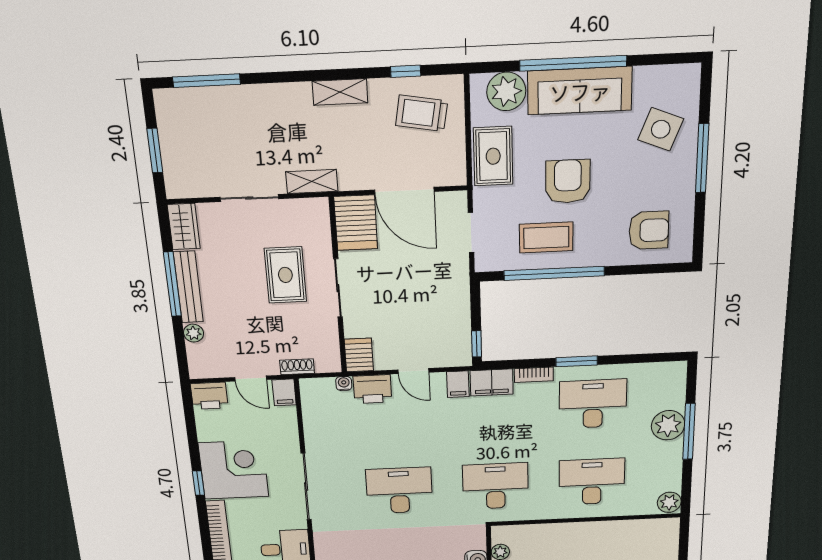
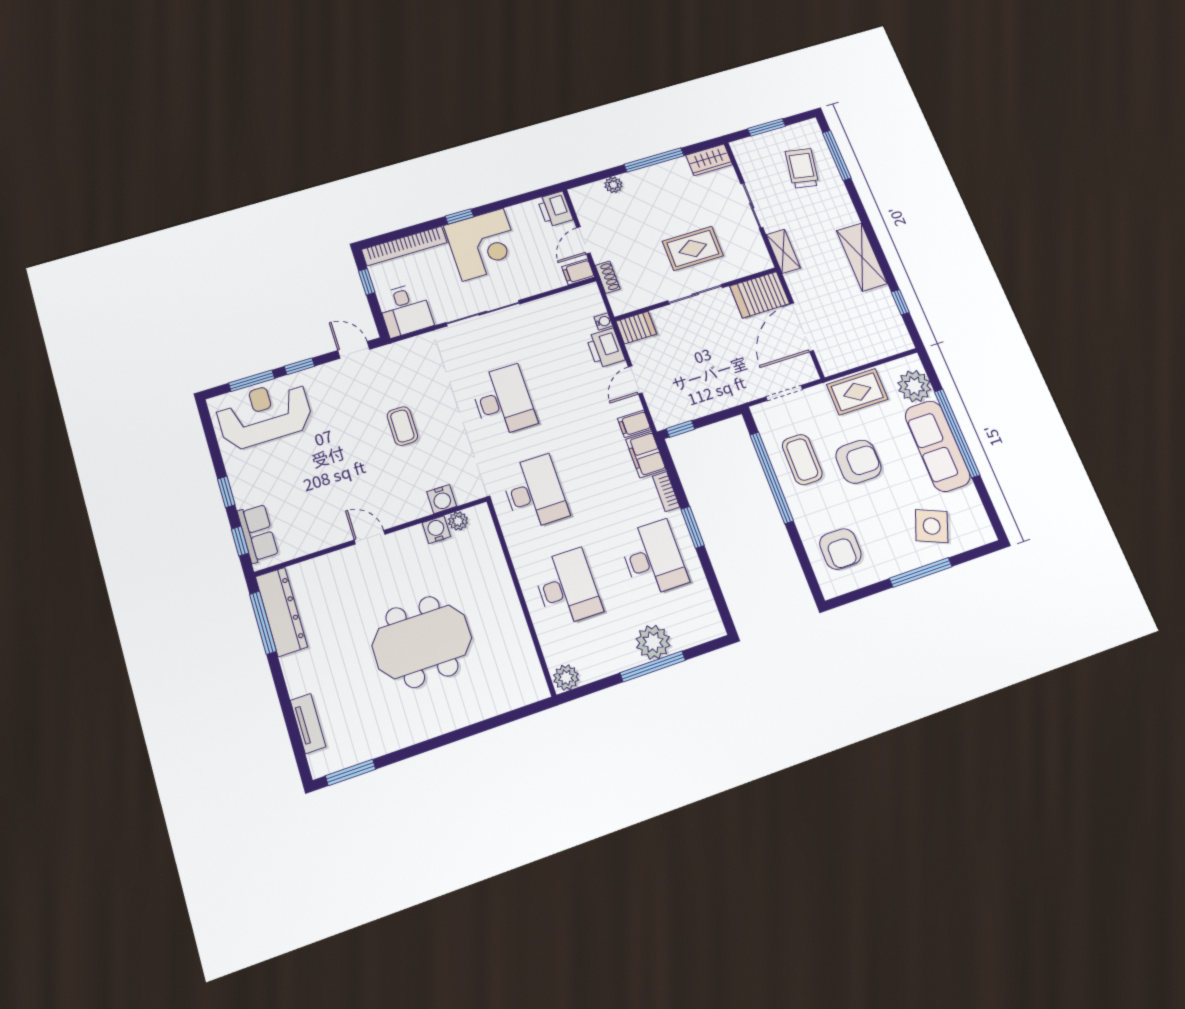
shelving: (340, 92) -> (862, 257), width x1.50, depth x1.33
trolley: (422, 113) -> (802, 168), moved
bench: (188, 287) -> (656, 173), removed

